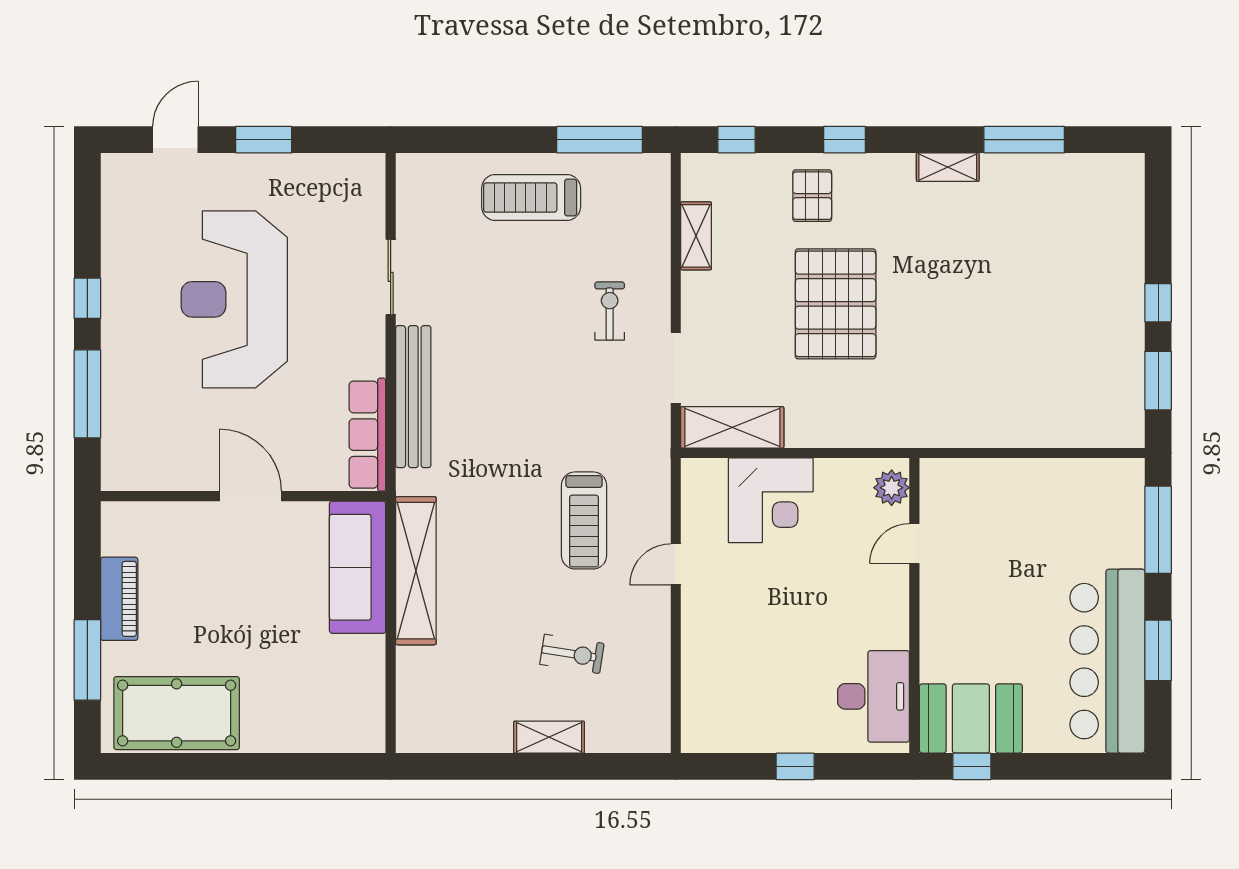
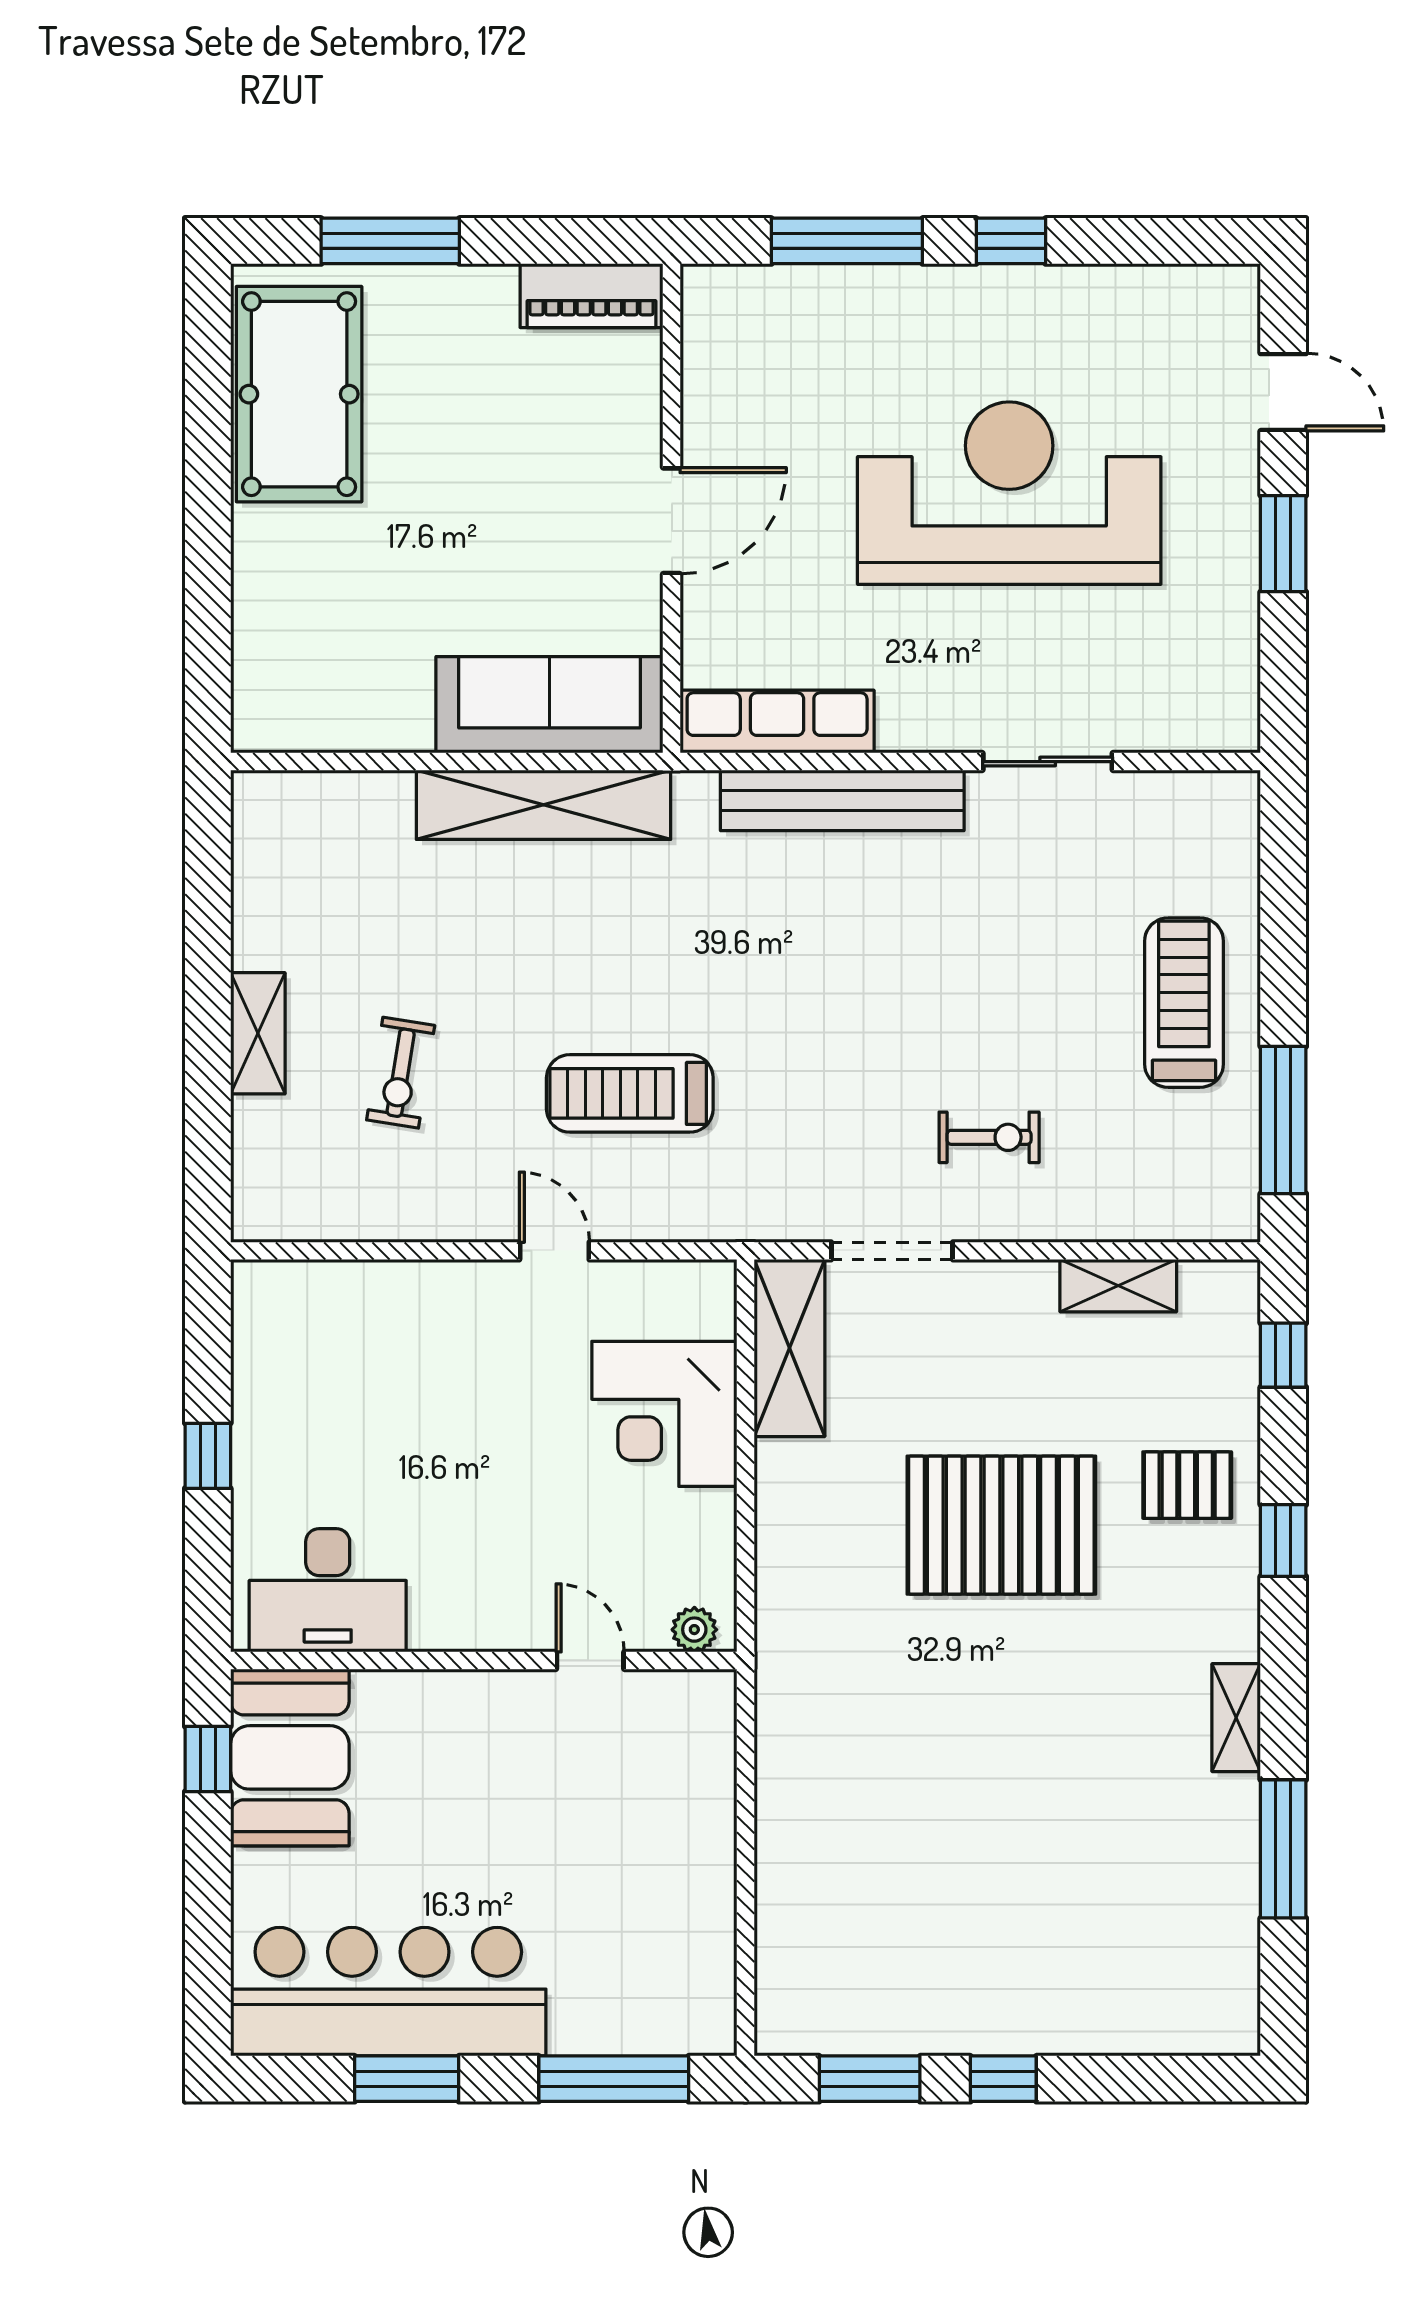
plant: (892, 488) -> (694, 1630), width x0.73, depth x0.73
piano: (119, 599) -> (592, 296), moved

